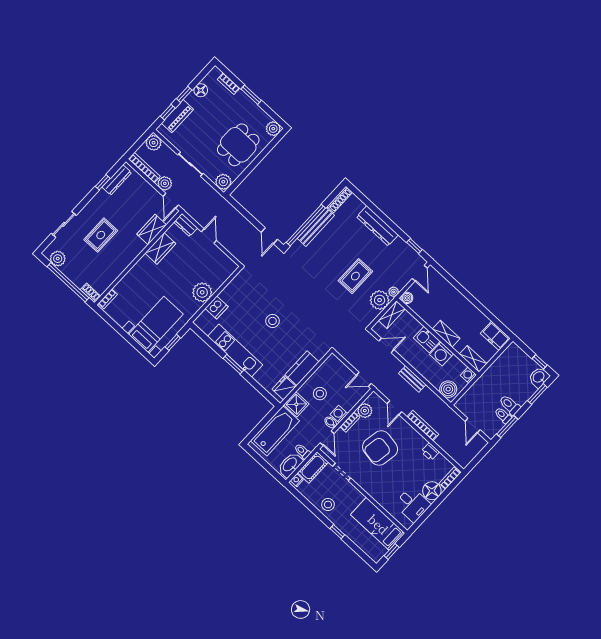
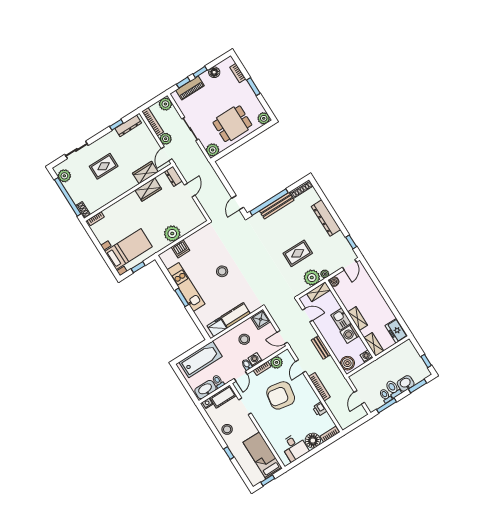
washbasin: (539, 377) -> (406, 383), moved
shower: (296, 404) -> (261, 319), moved

